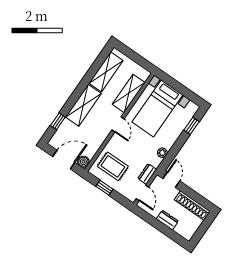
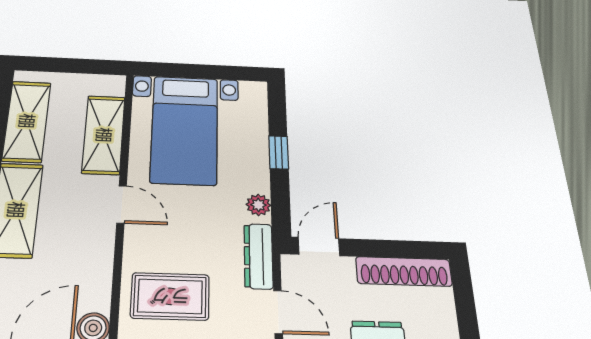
window: (192, 126) -> (279, 152), moved
dresser: (147, 174) -> (258, 256), width x1.44
door: (171, 180) -> (319, 246), hinge flipped

